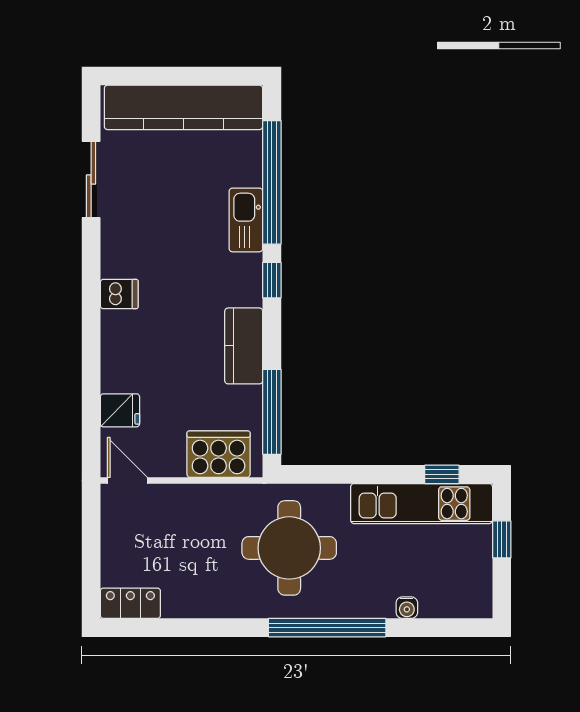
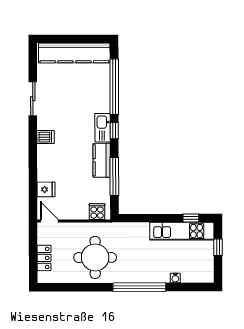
sliding door: (91, 180) -> (33, 99), moved
kitchen sink: (246, 220) -> (103, 128), moved
window: (272, 412) -> (114, 177), moved
cooker: (219, 454) -> (97, 212), width x0.53, depth x0.76
round table: (289, 548) -> (95, 257), moved
locker: (130, 603) -> (44, 258), moved, turned 90

